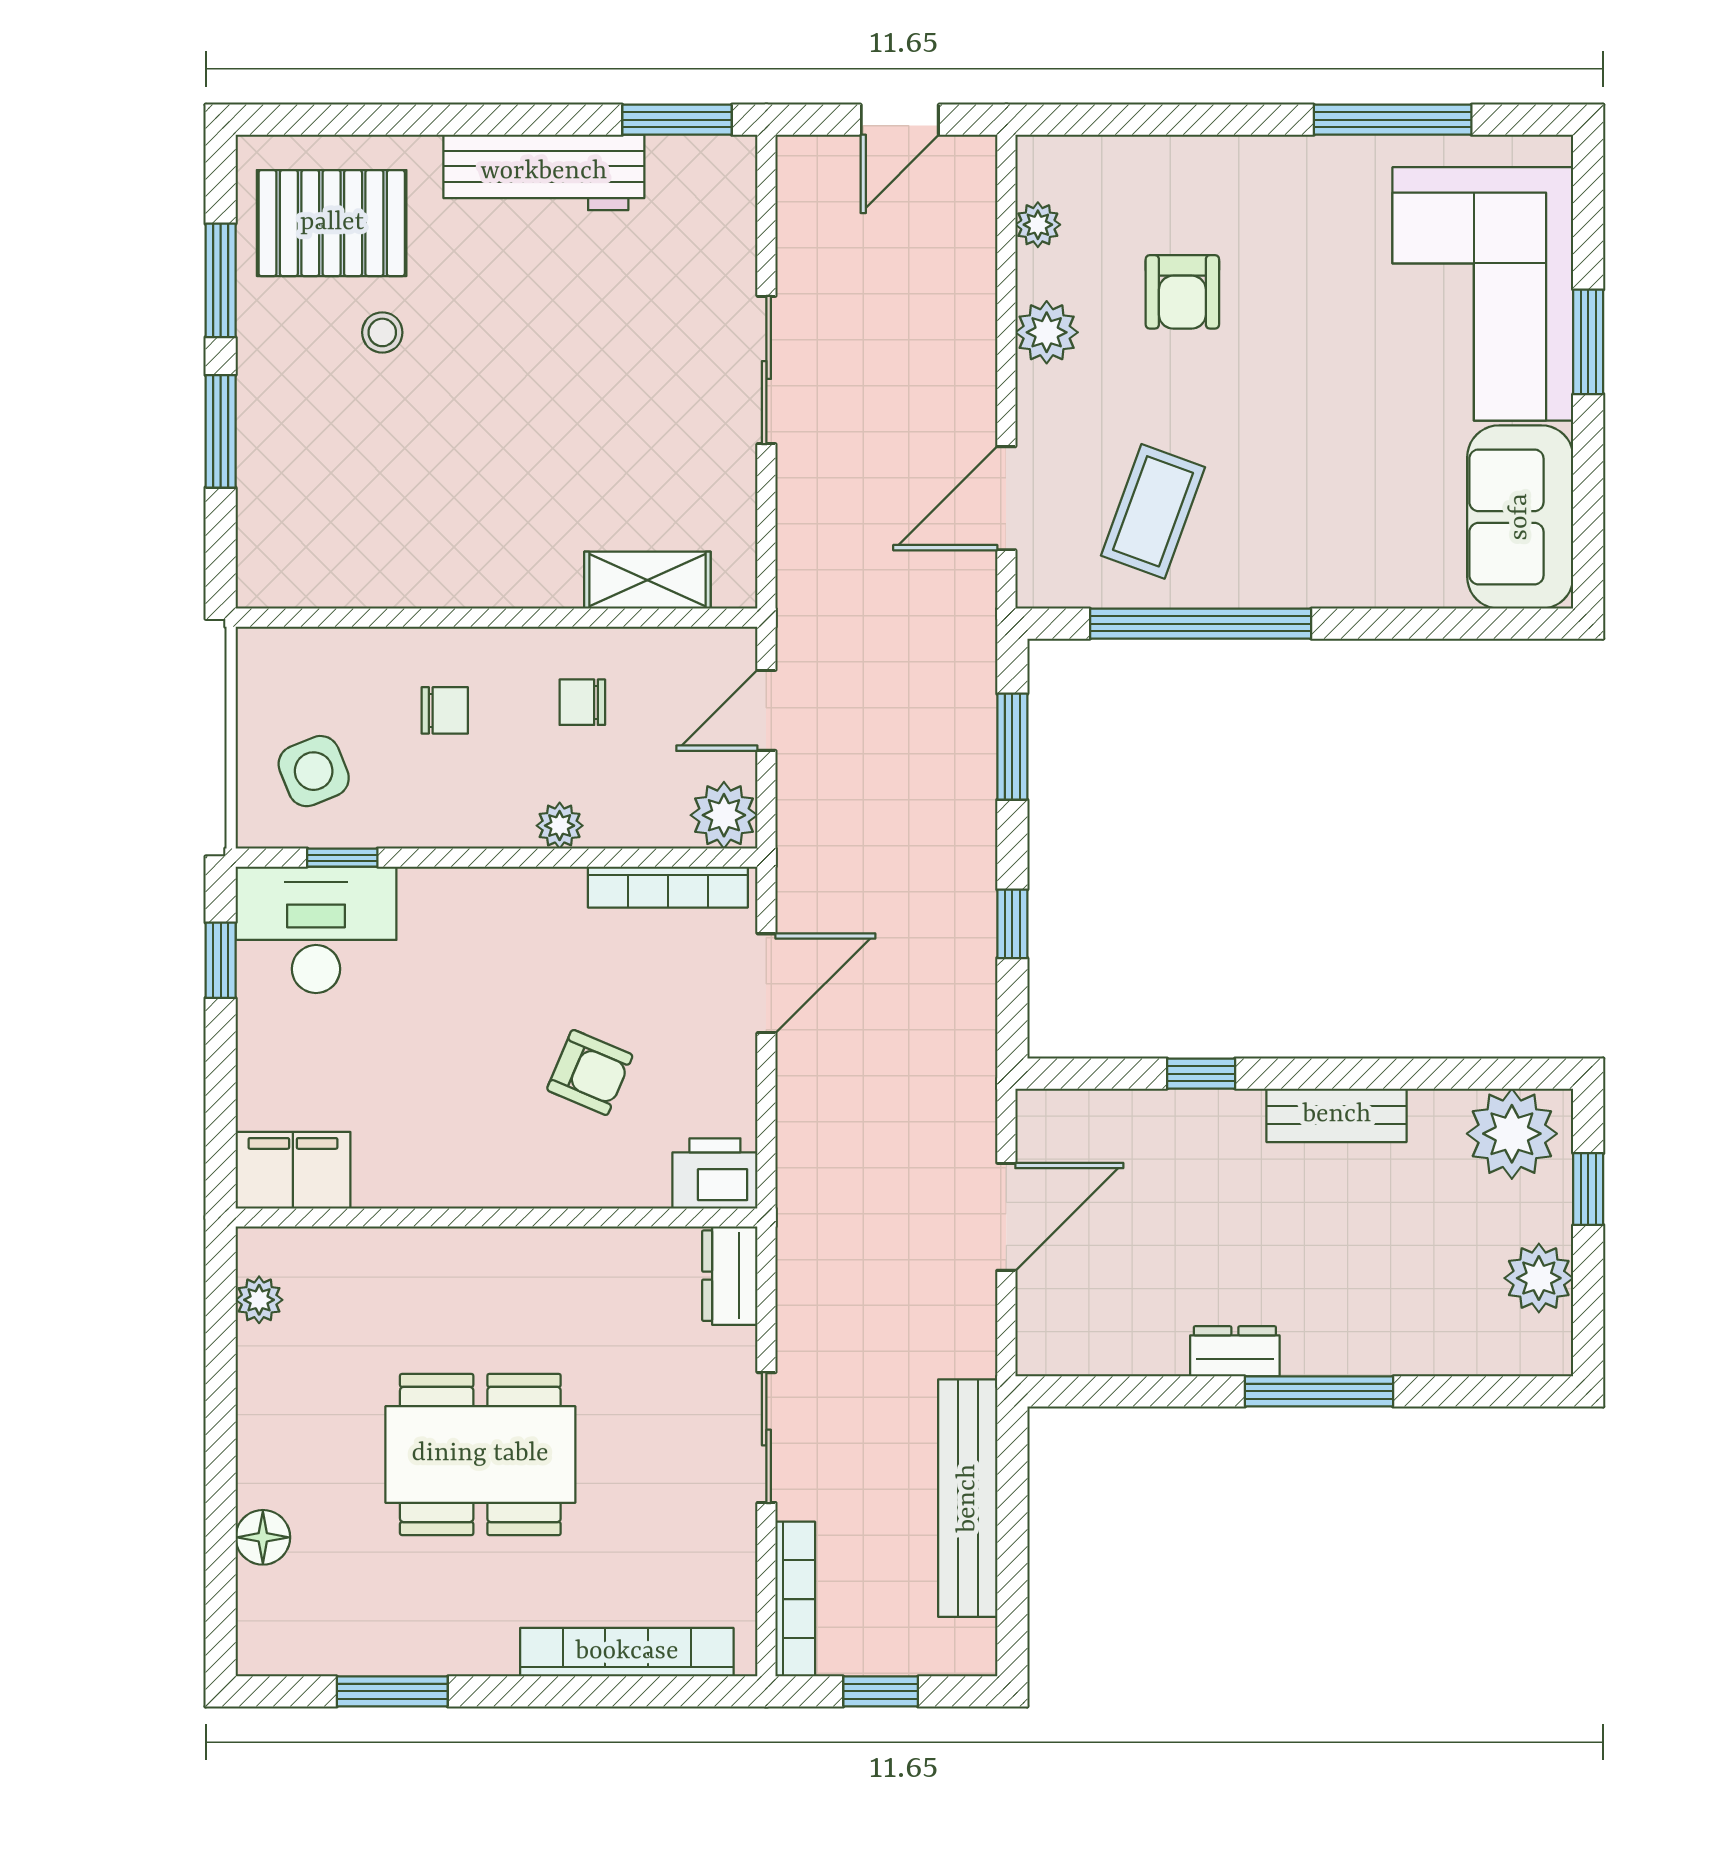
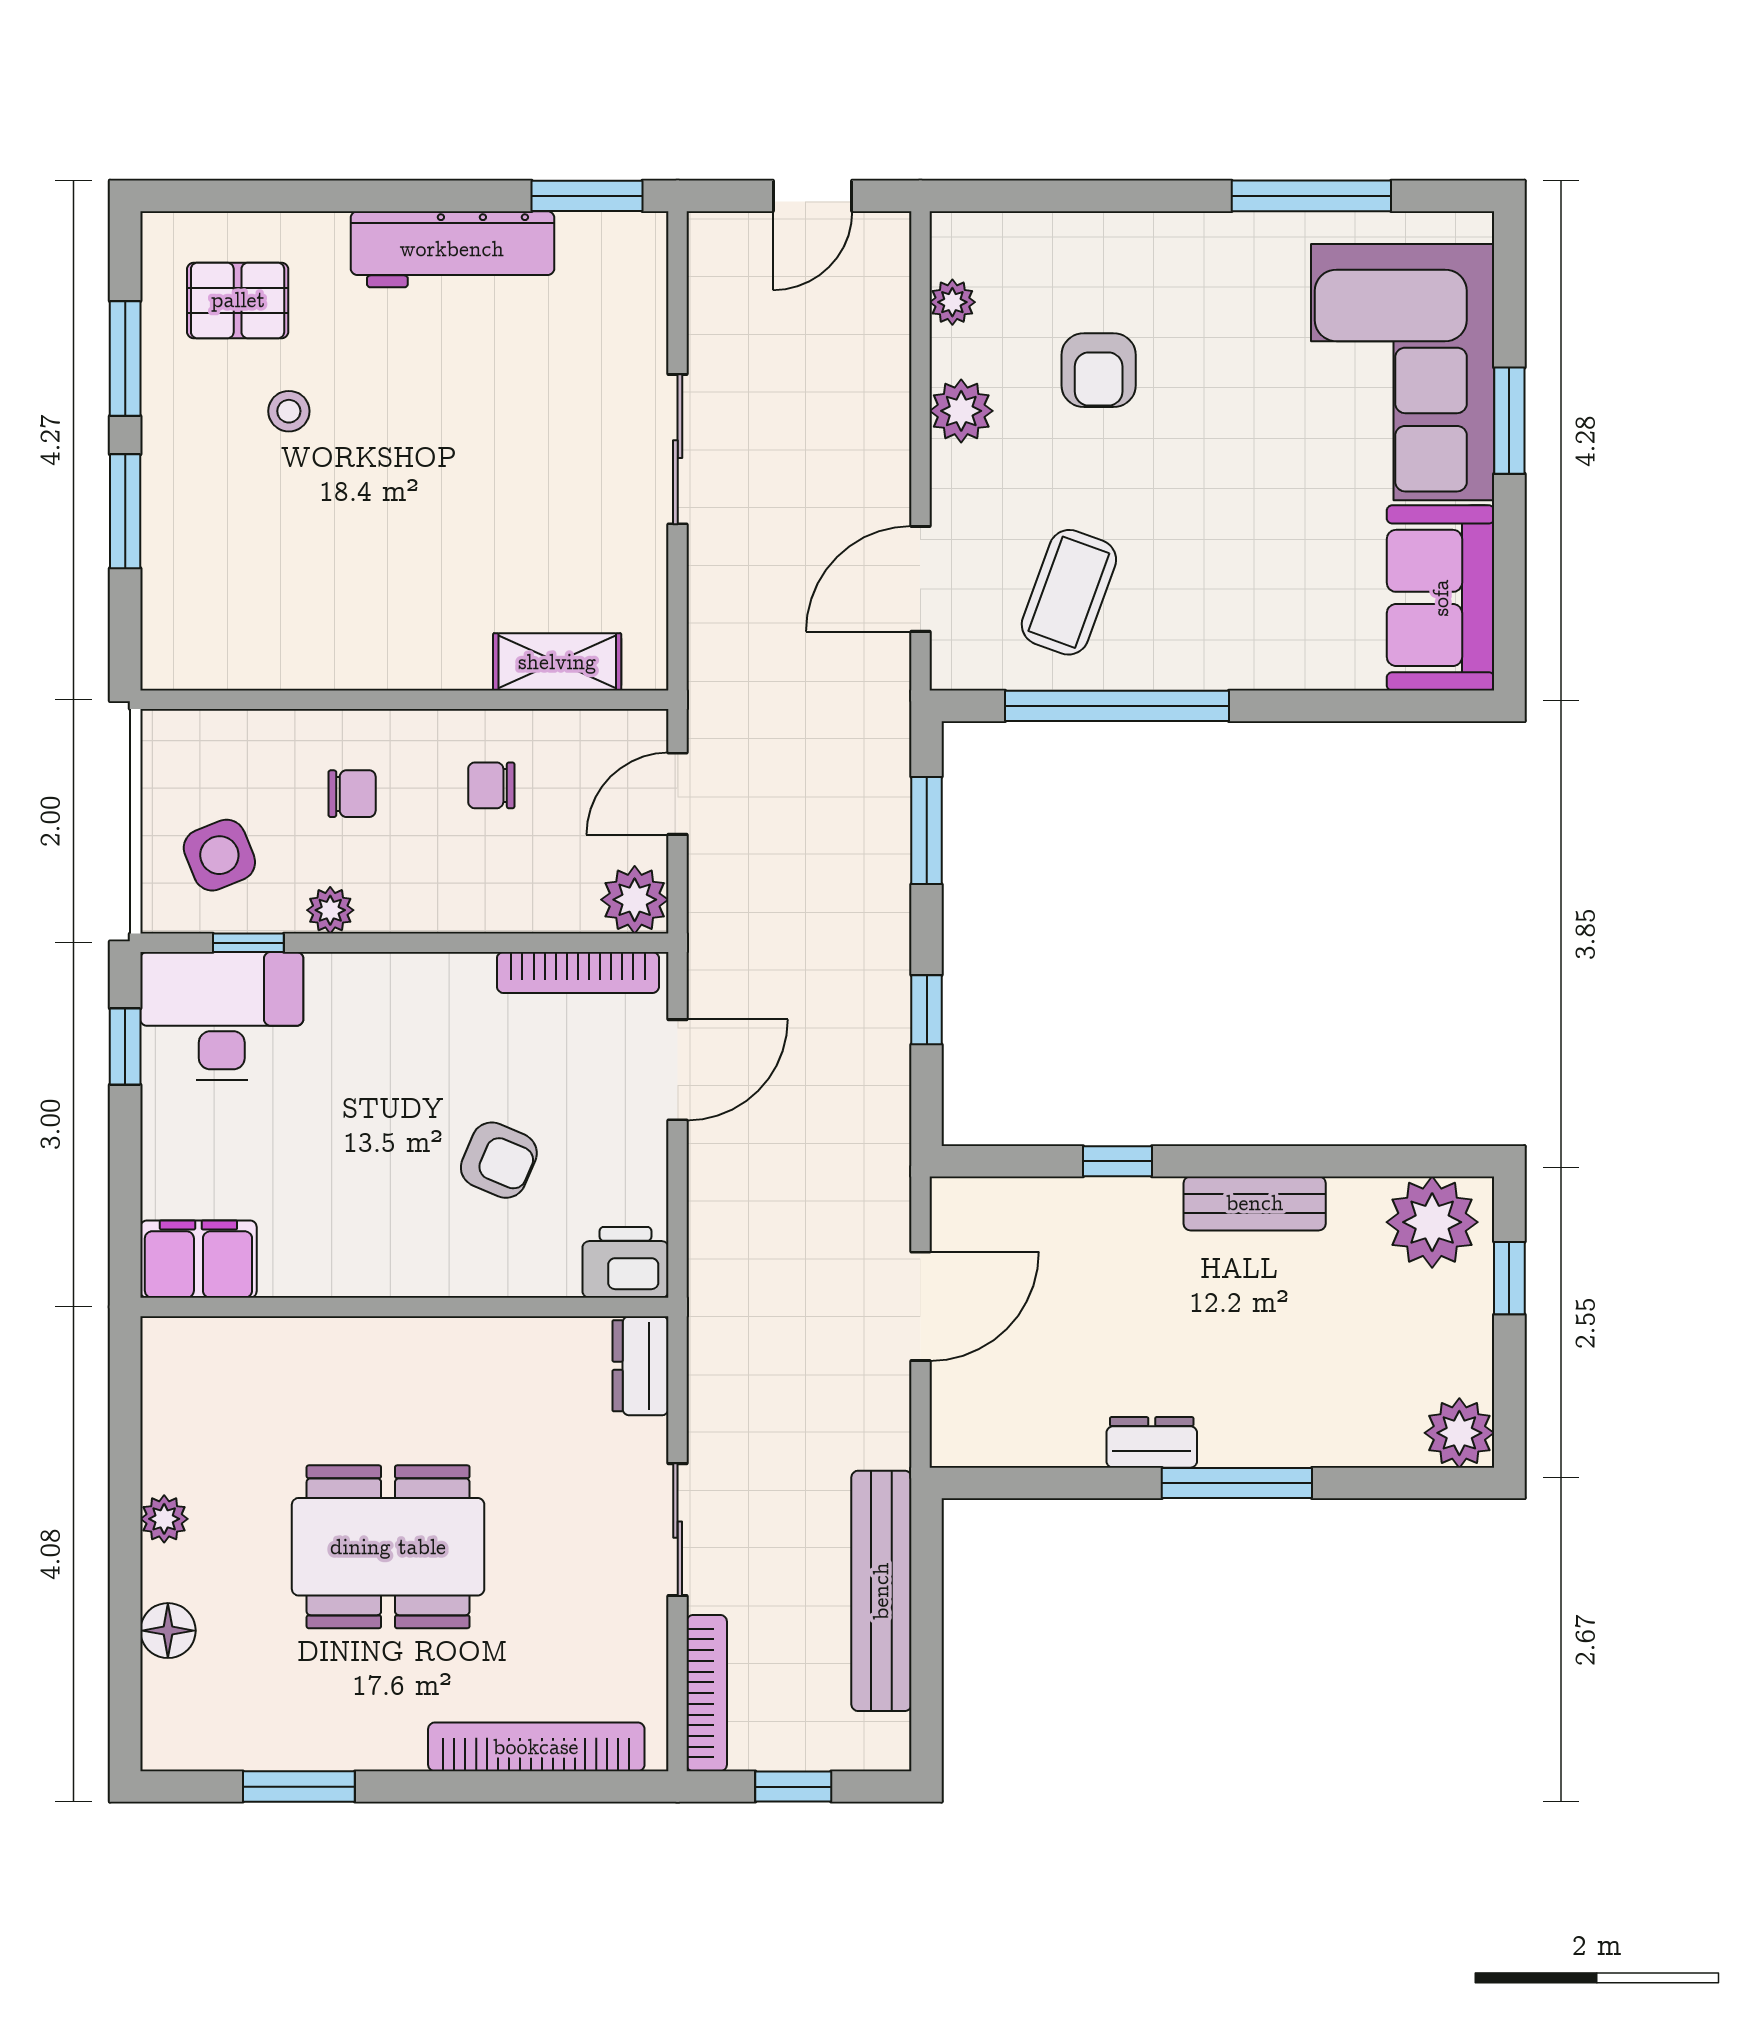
pallet: (332, 223) -> (238, 300), width x0.67, depth x0.71
plant: (560, 826) -> (330, 910), moved
plant: (1539, 1278) -> (1459, 1433), moved
plant: (259, 1300) -> (164, 1519), moved

